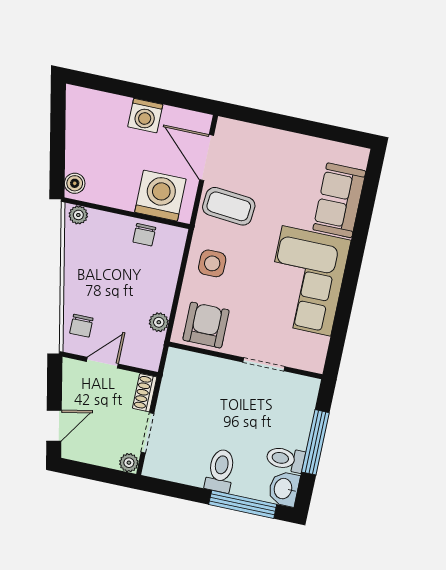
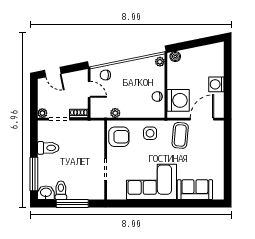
toilet: (220, 471) -> (48, 148), moved

